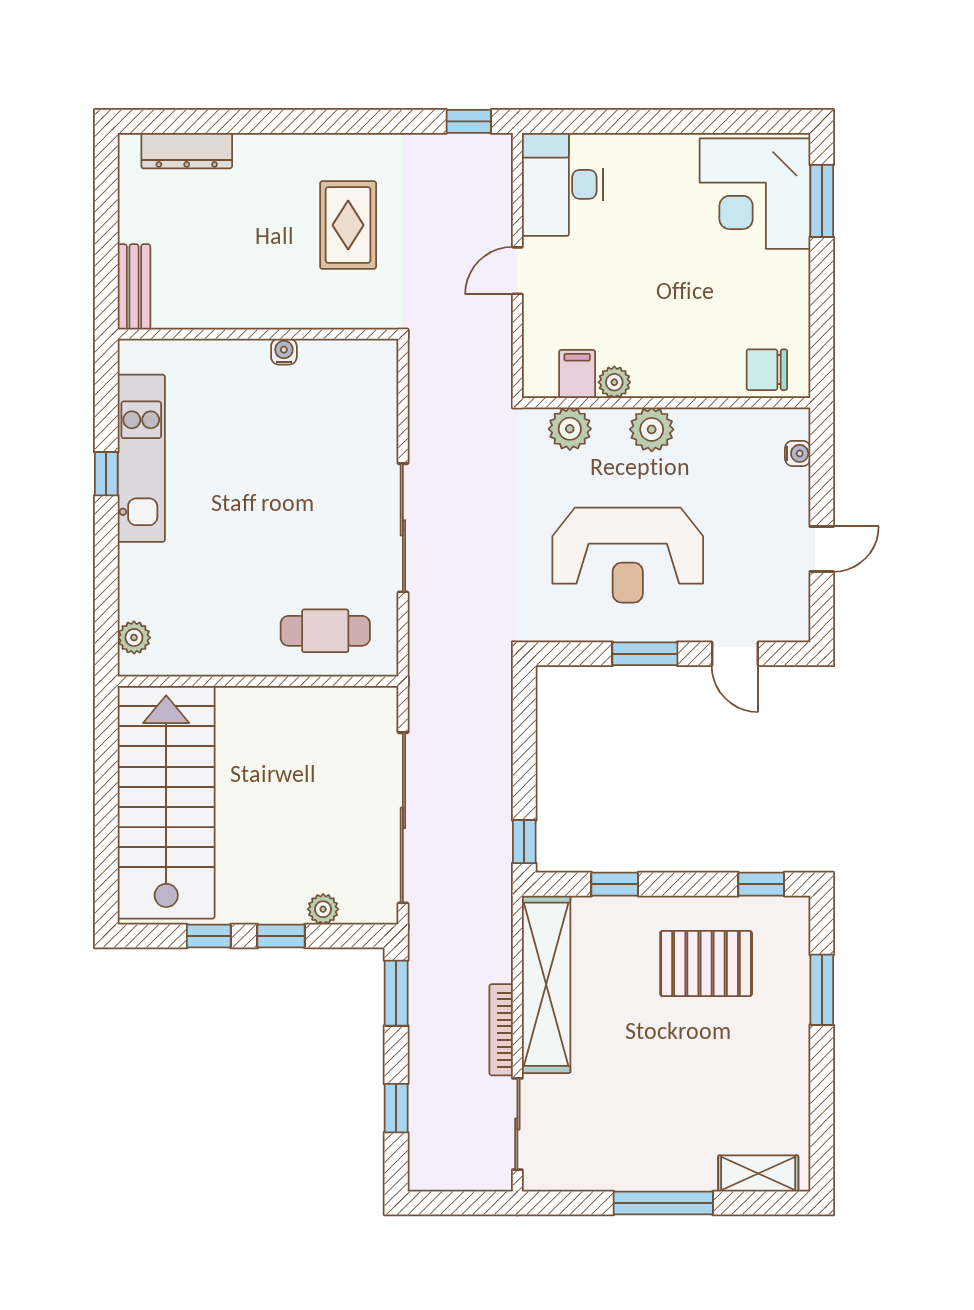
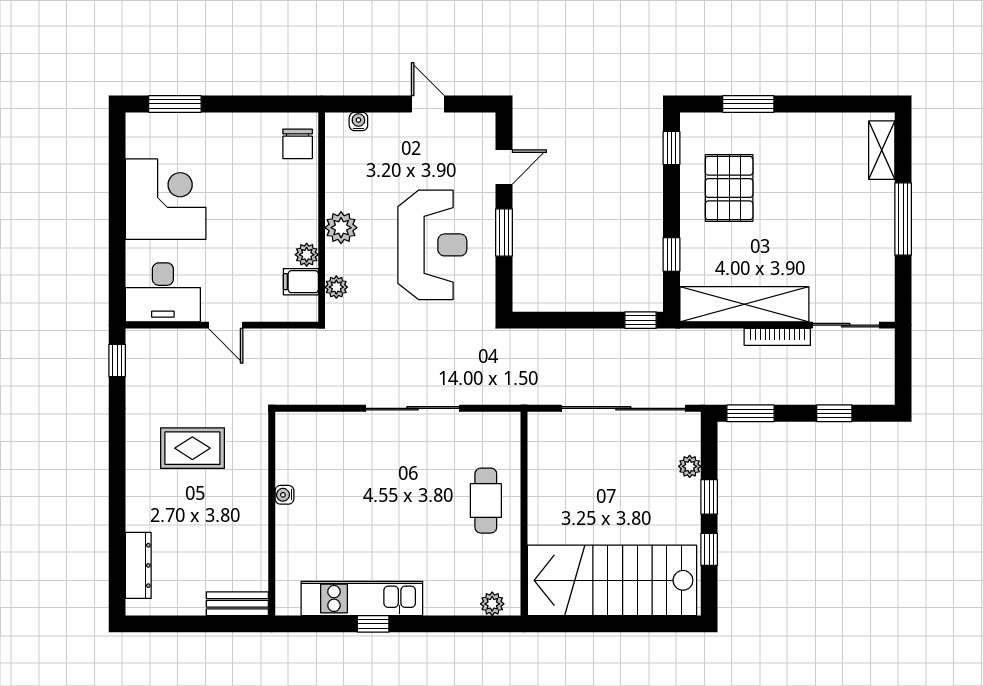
corner desk: (755, 194) -> (166, 199), moved, turned -90
plant: (570, 429) -> (336, 287), width x0.73, depth x0.73
cafe table: (325, 631) -> (486, 501), moved

